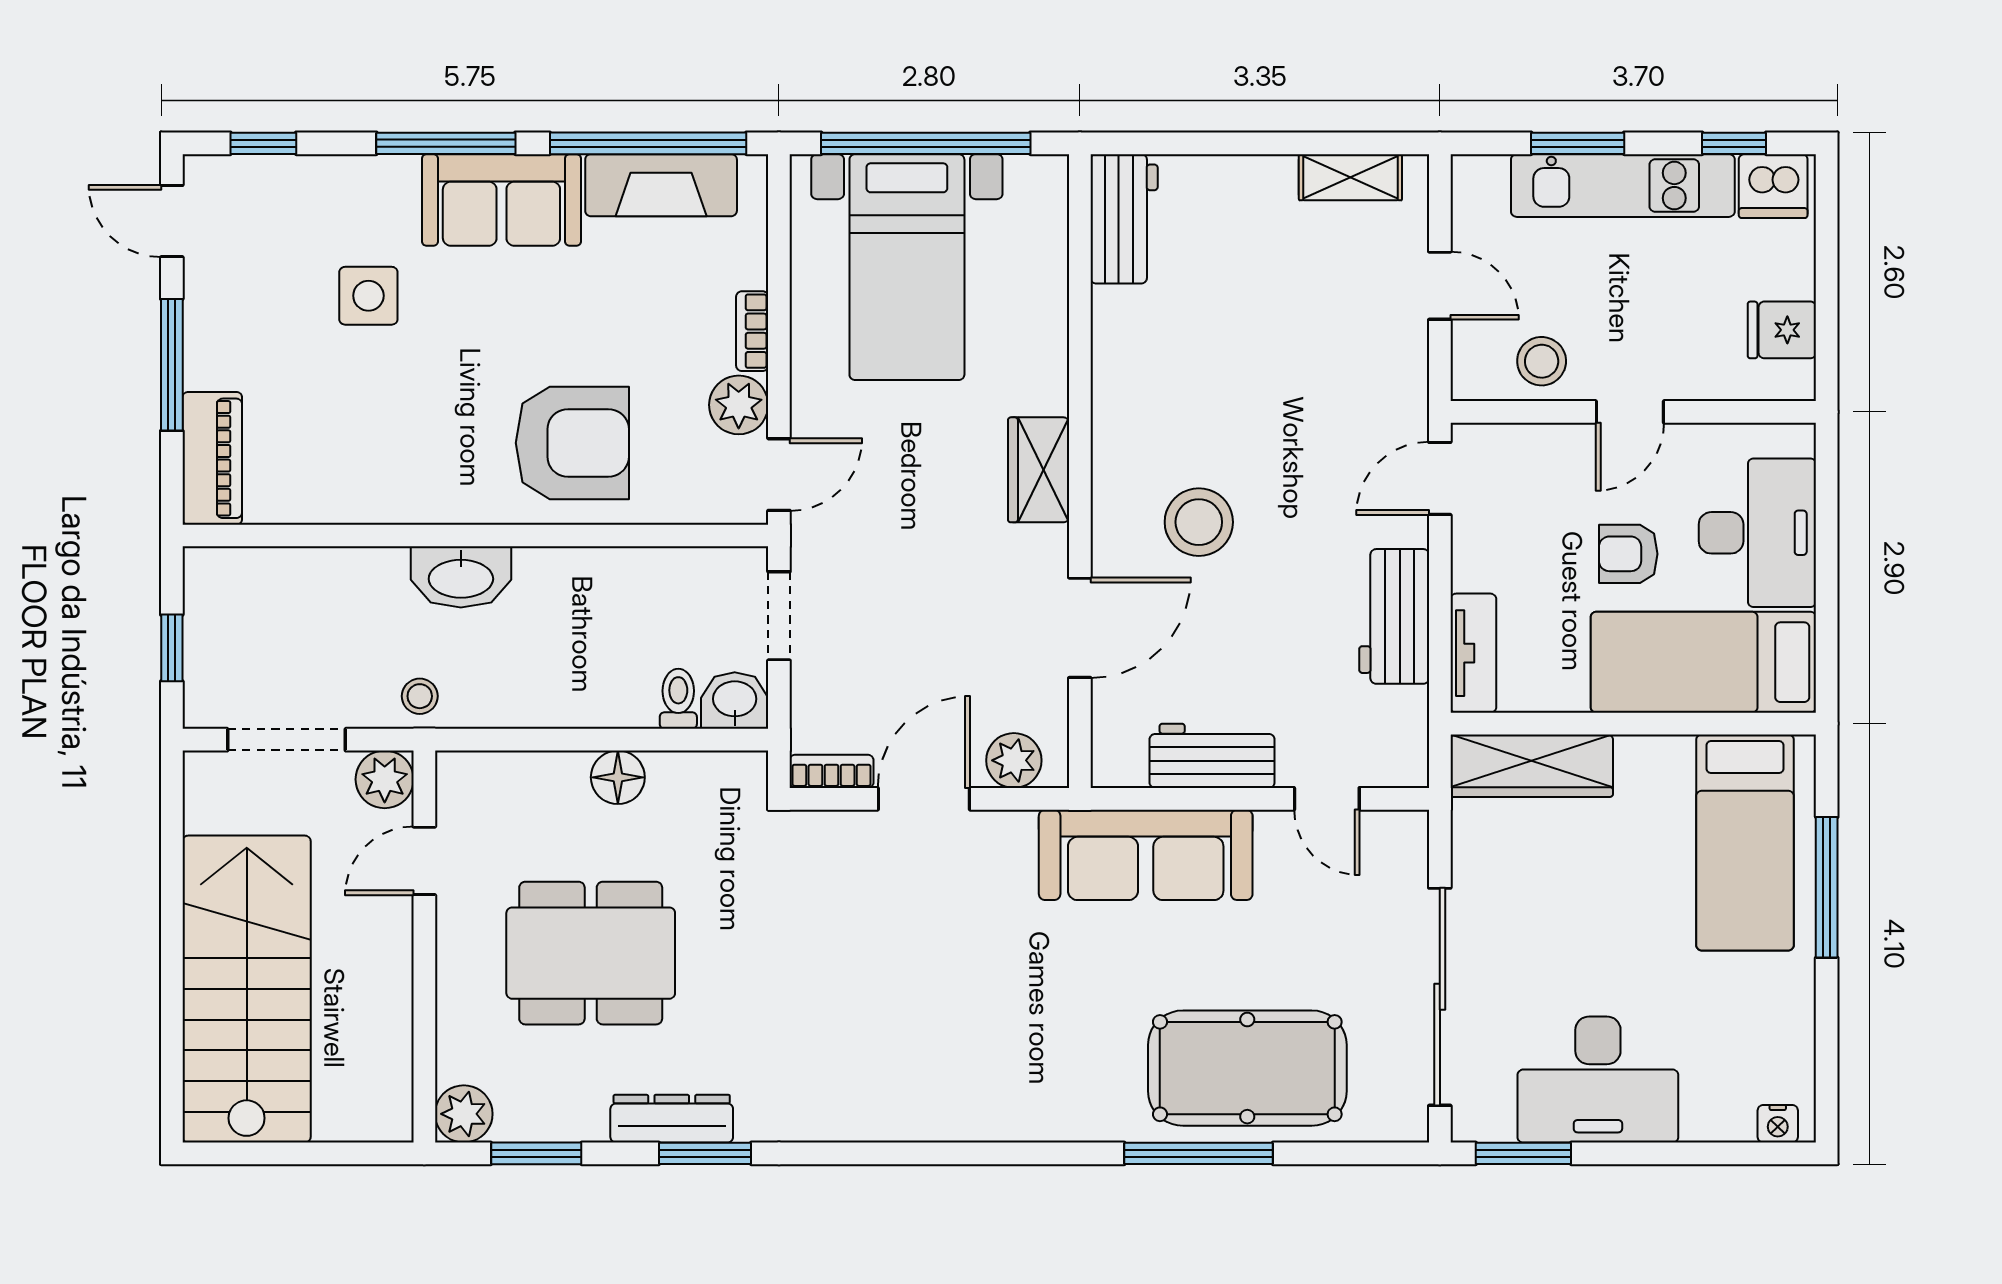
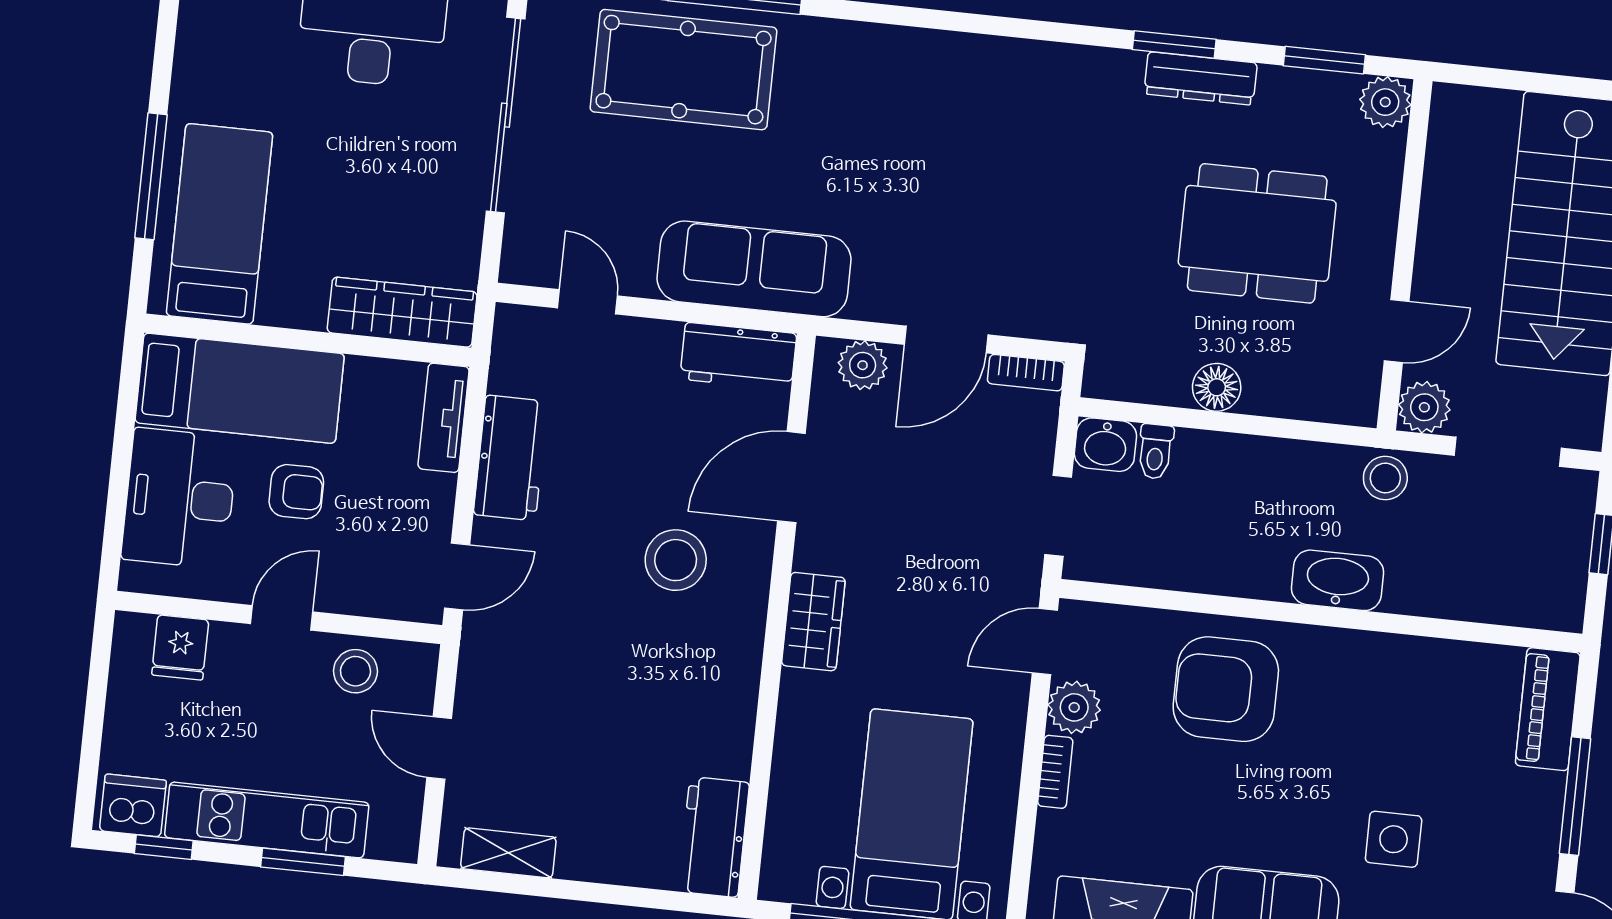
fridge: (1782, 330) -> (180, 647), moved, turned 90
stool: (420, 696) -> (1385, 478), width x1.37, depth x1.37
workbench: (1212, 756) -> (738, 356), moved

